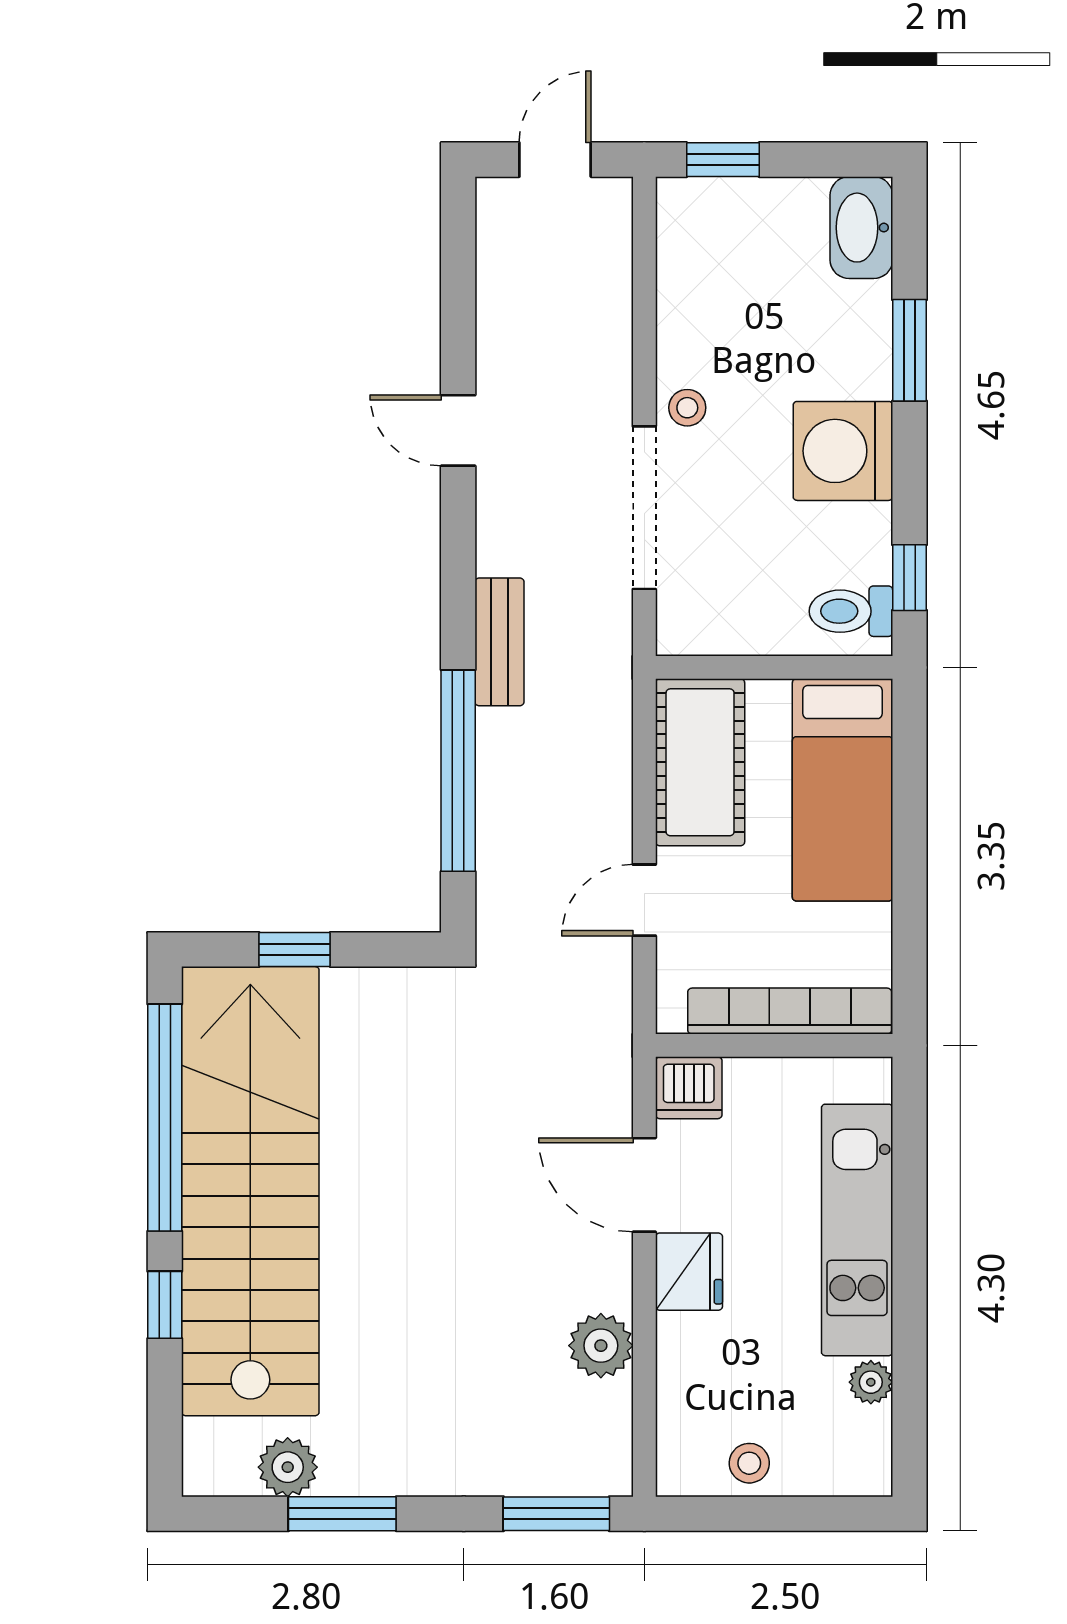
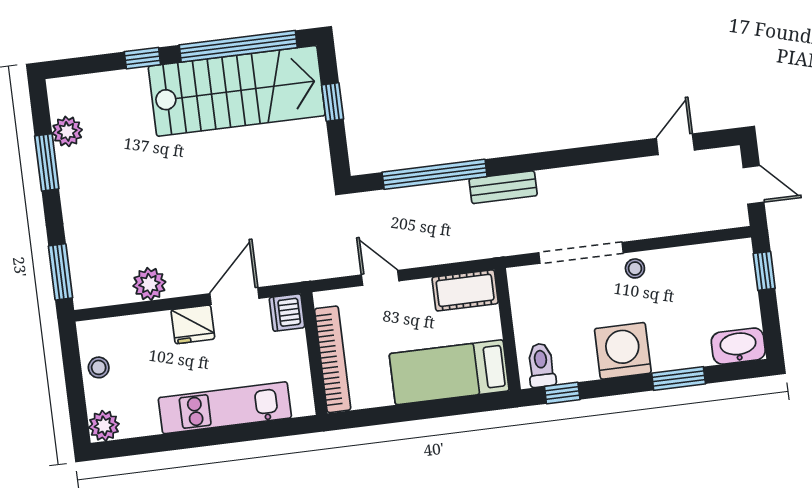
door: (458, 430) -> (675, 144), moved
cot: (700, 762) -> (465, 290), width x0.73, depth x0.75
stairs: (250, 1191) -> (237, 91), width x0.73
plant: (871, 1382) -> (104, 426), moved, width x1.38, depth x1.38

